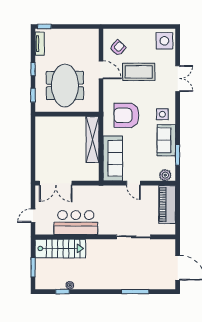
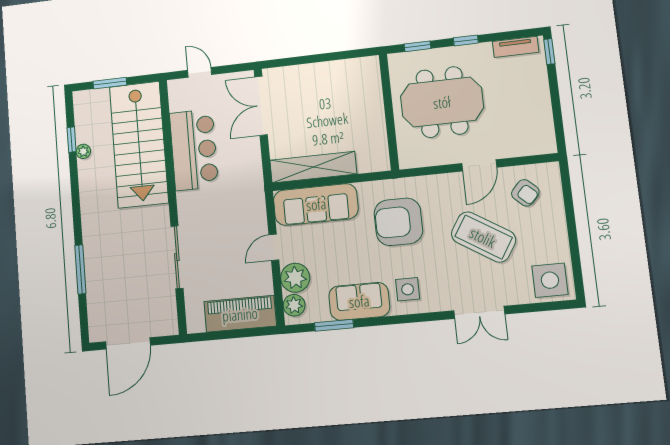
coffee table: (139, 72) -> (483, 237), turned -58
armchair: (126, 115) -> (398, 222), turned -90
shelving: (92, 139) -> (313, 167), moved
plant: (151, 173) -> (295, 278), added
stairs: (60, 248) -> (139, 144), width x1.36, depth x1.51

